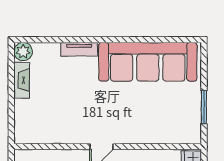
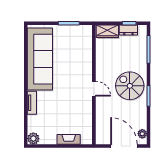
fireplace: (22, 80) -> (69, 139), moved

